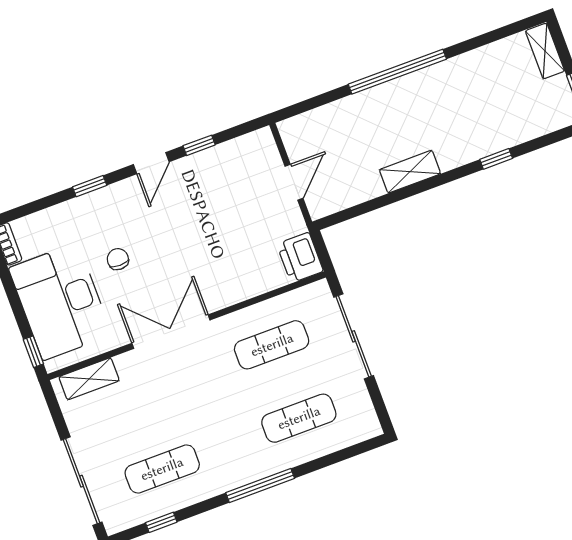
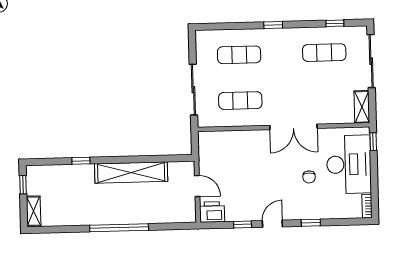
shelving: (410, 172) -> (131, 173), width x2.20, depth x1.33
door: (294, 182) -> (197, 186), swing flipped
printer: (300, 258) -> (212, 212), moved, turned -90
shelving: (89, 379) -> (362, 107), moved, turned 90
window: (260, 485) -> (273, 25), width x0.46

